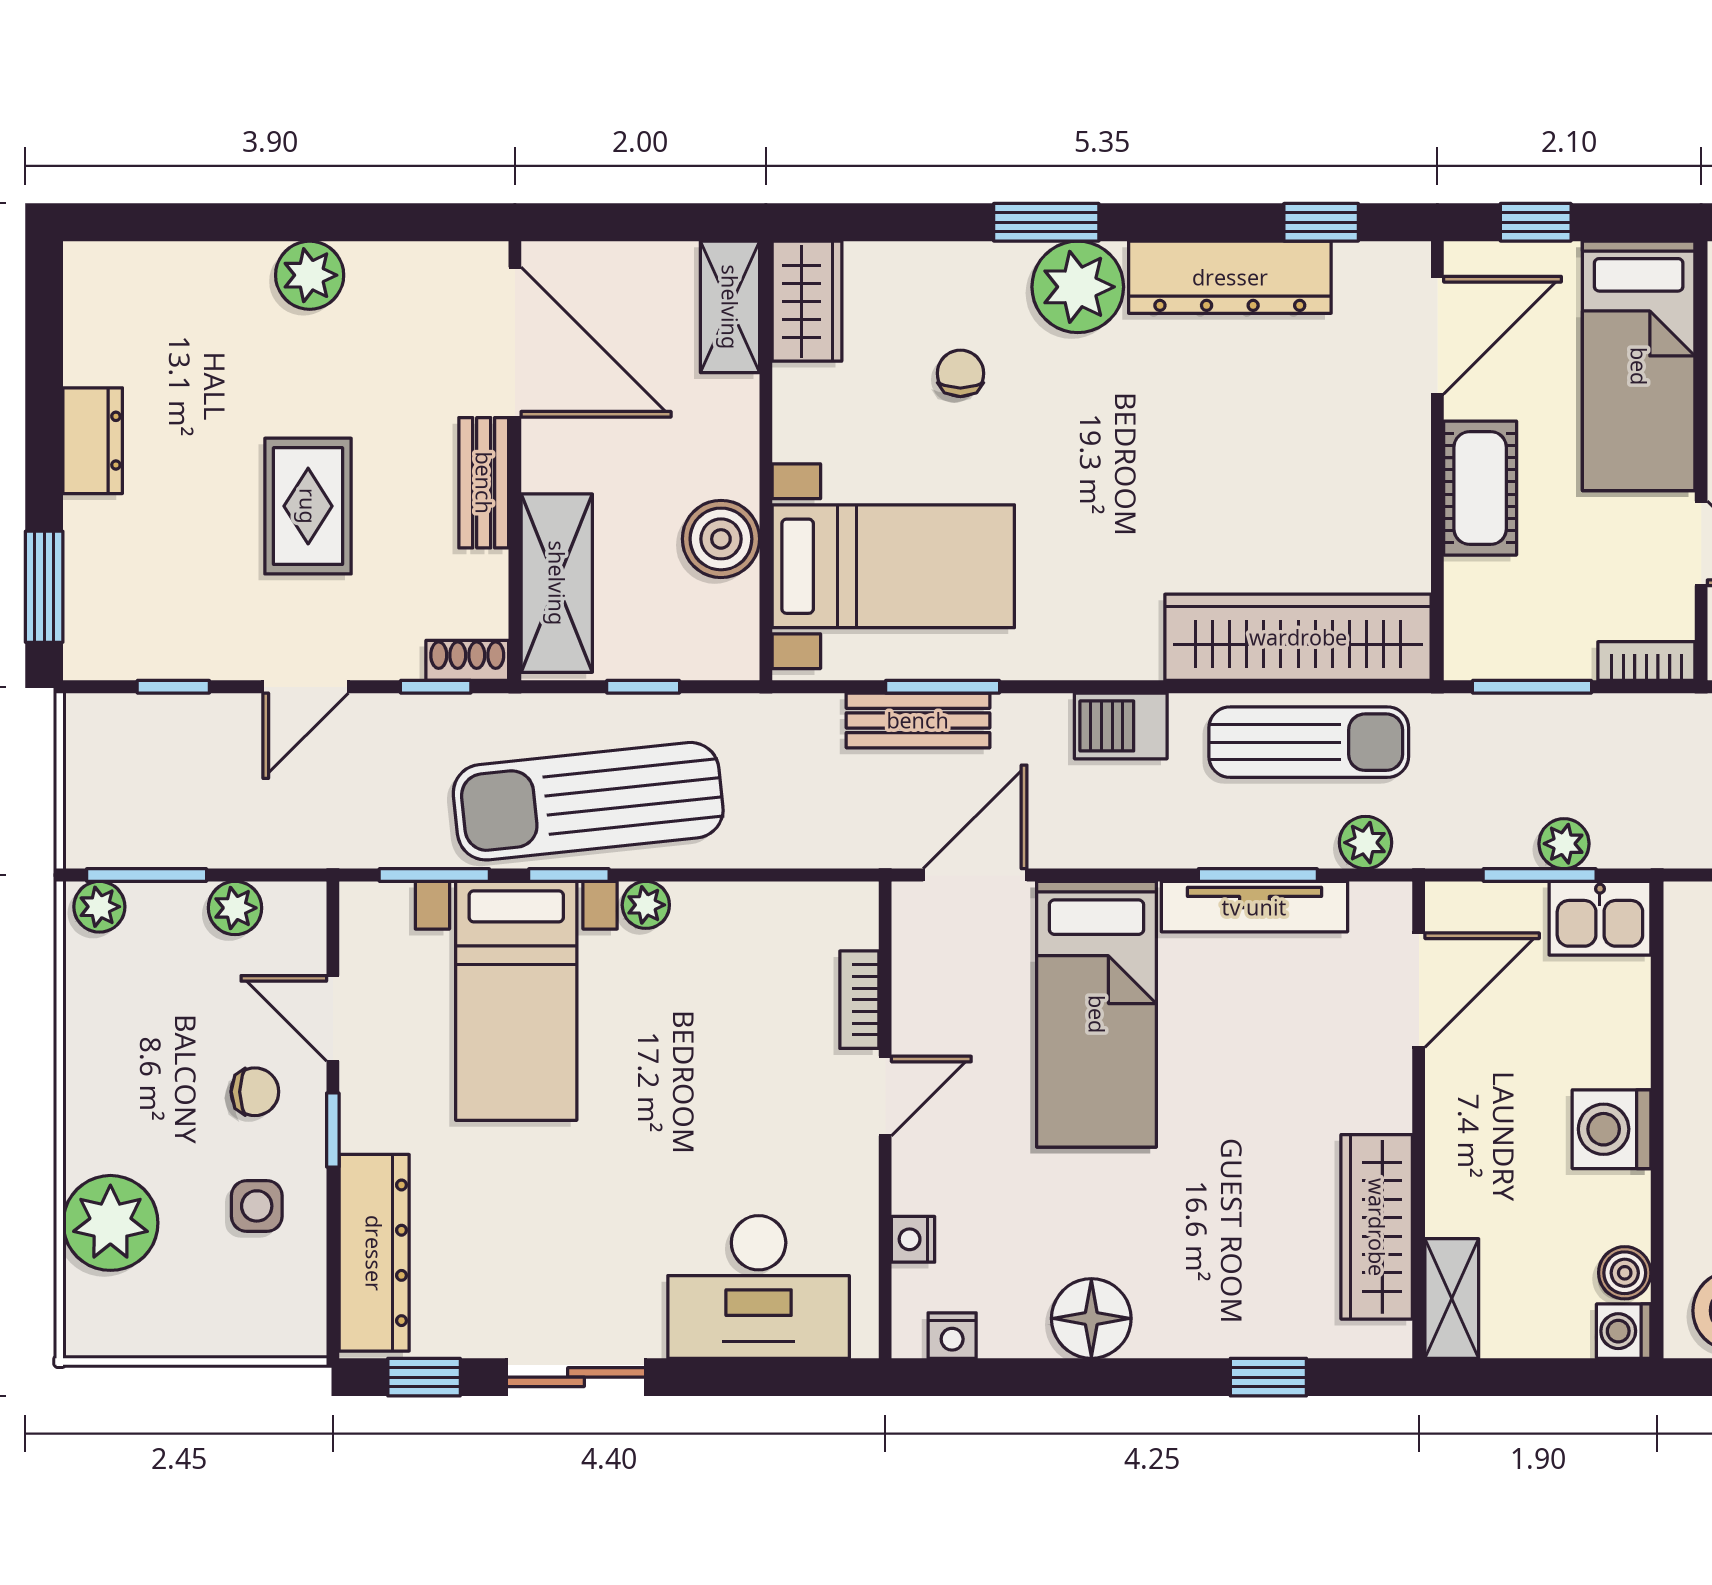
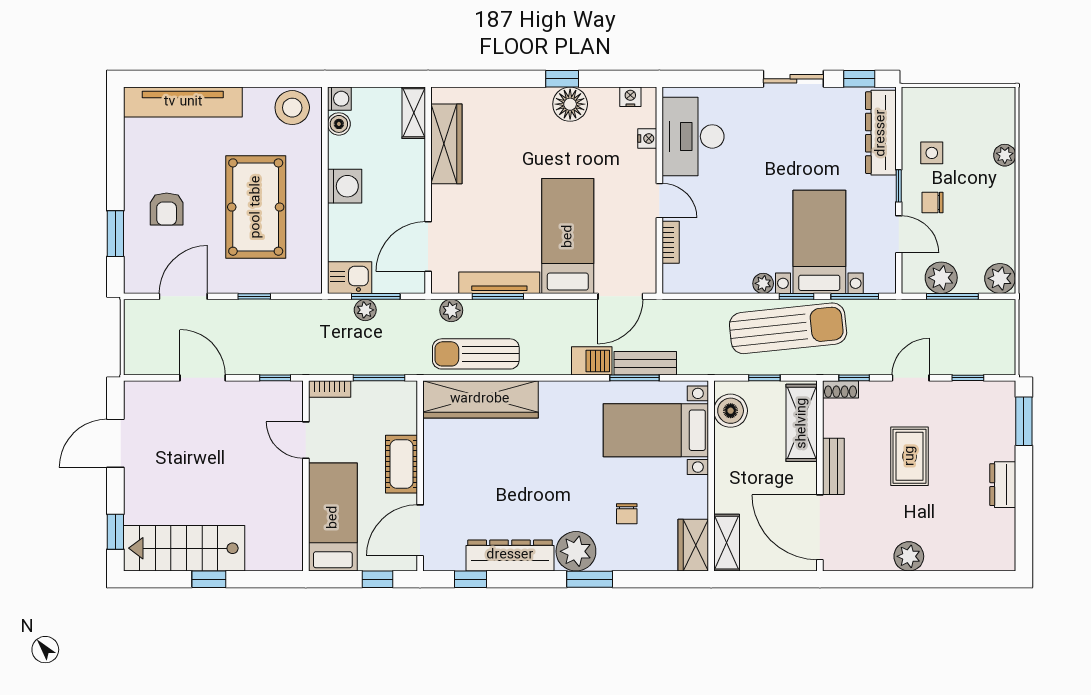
boiler: (721, 539) -> (731, 411), moved
barbecue: (1121, 726) -> (592, 361), moved
window: (147, 875) -> (952, 296), moved
plant: (99, 907) -> (1000, 278), width x1.38, depth x1.38
plant: (235, 908) -> (941, 278), width x1.38, depth x1.38
door: (885, 1096) -> (659, 201), swing flipped
plant: (110, 1223) -> (1005, 155), width x0.53, depth x0.53
desk: (759, 1287) -> (693, 136), moved, turned -90
window: (1268, 1377) -> (562, 79), moved

